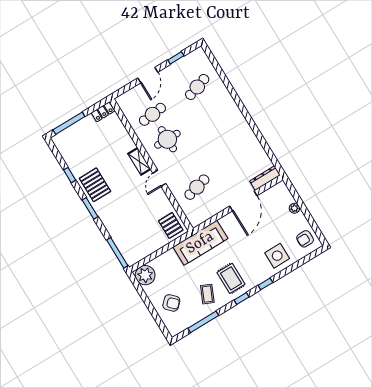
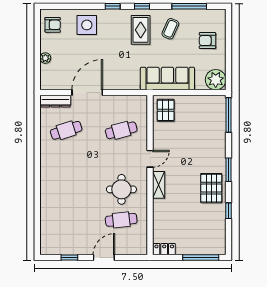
cafe table: (197, 87) -> (66, 130), moved
sofa: (200, 243) -> (167, 78), moved
armchair: (171, 303) -> (207, 41), turned -45

